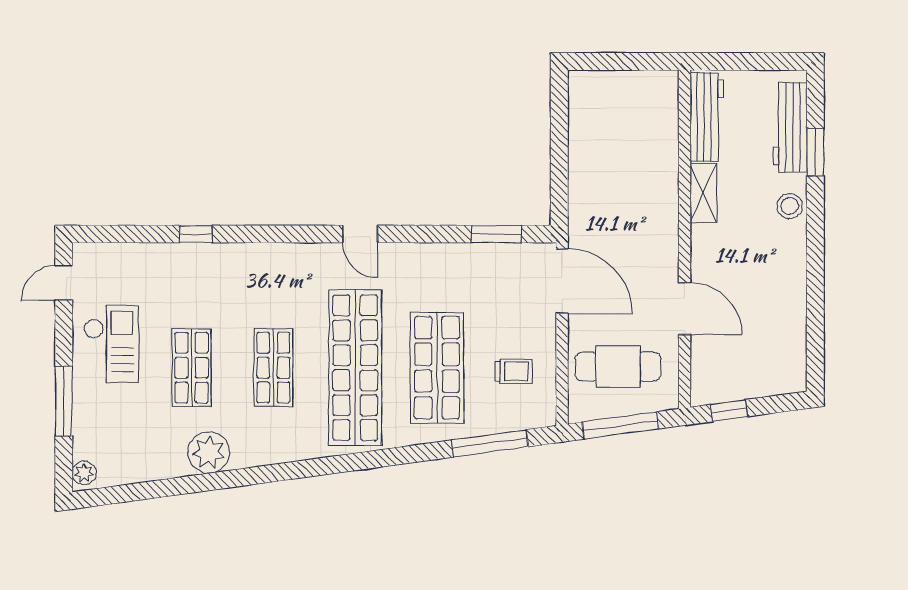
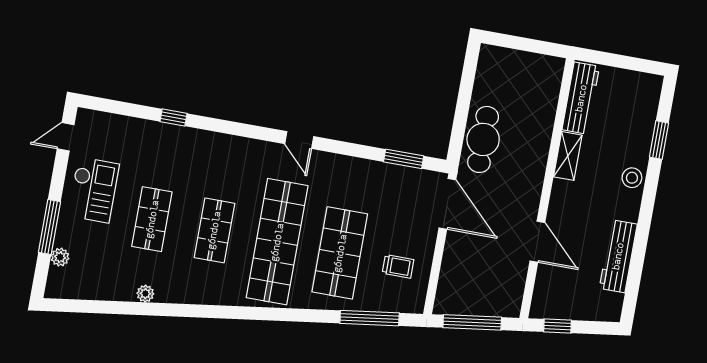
workbench: (790, 127) -> (618, 256), moved
cafe table: (618, 367) -> (483, 139), moved, turned 90
plant: (209, 452) -> (145, 294), width x0.53, depth x0.53
plant: (84, 473) -> (60, 257), moved

